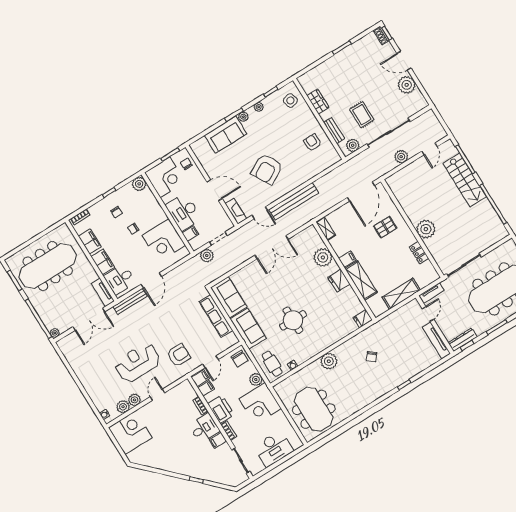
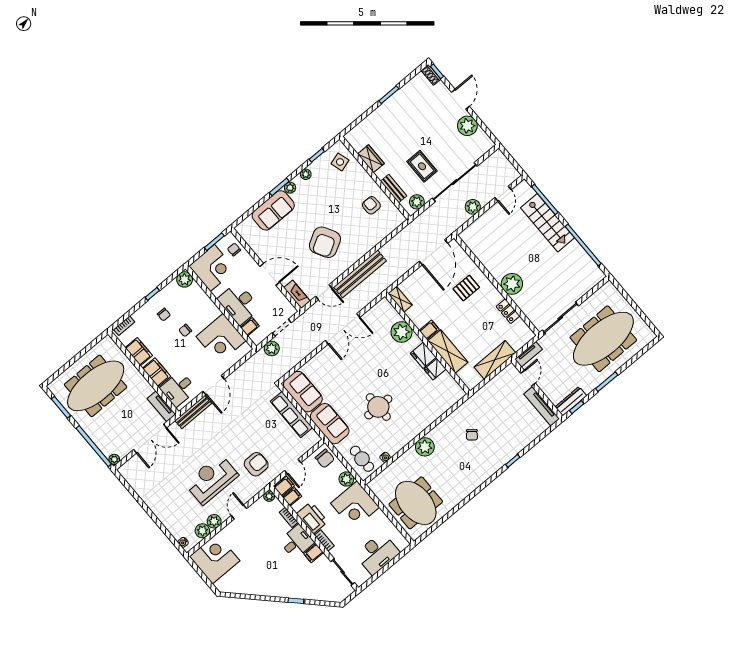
door: (404, 61) -> (460, 99), swing flipped
fridge: (363, 319) -> (435, 369), moved
plant: (186, 385) -> (269, 496), added

